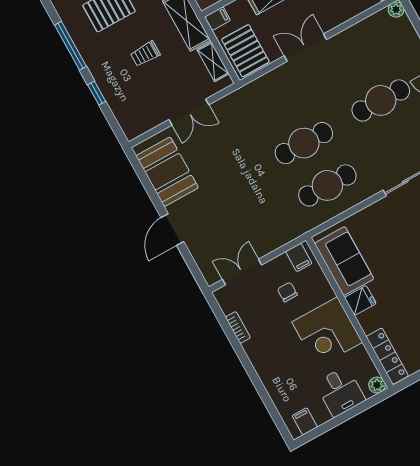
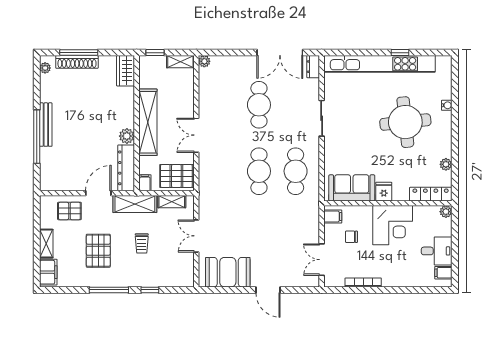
double door: (189, 112) -> (196, 236), swing flipped
bookcase: (238, 327) -> (363, 282), width x1.56
desk: (340, 392) -> (437, 251), moved

